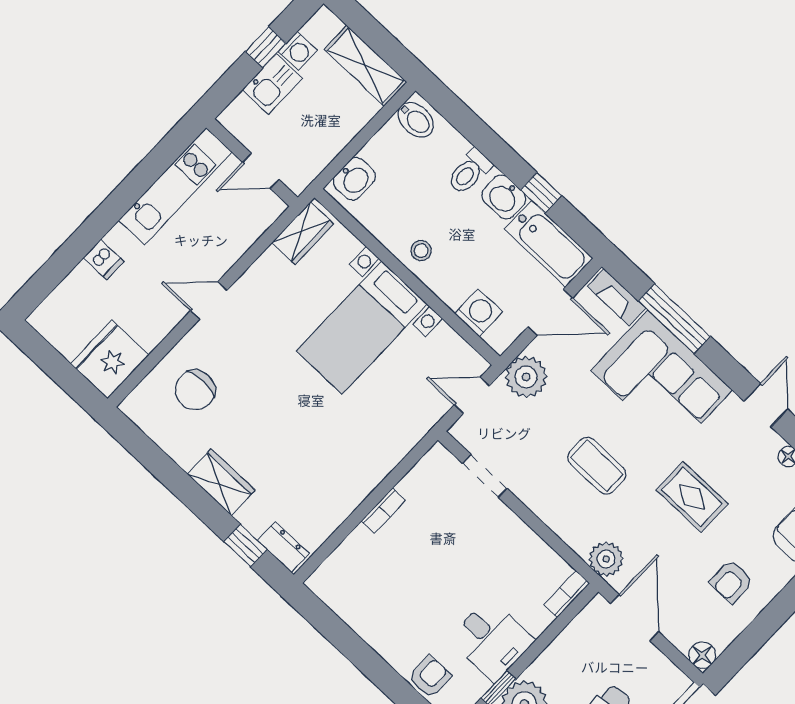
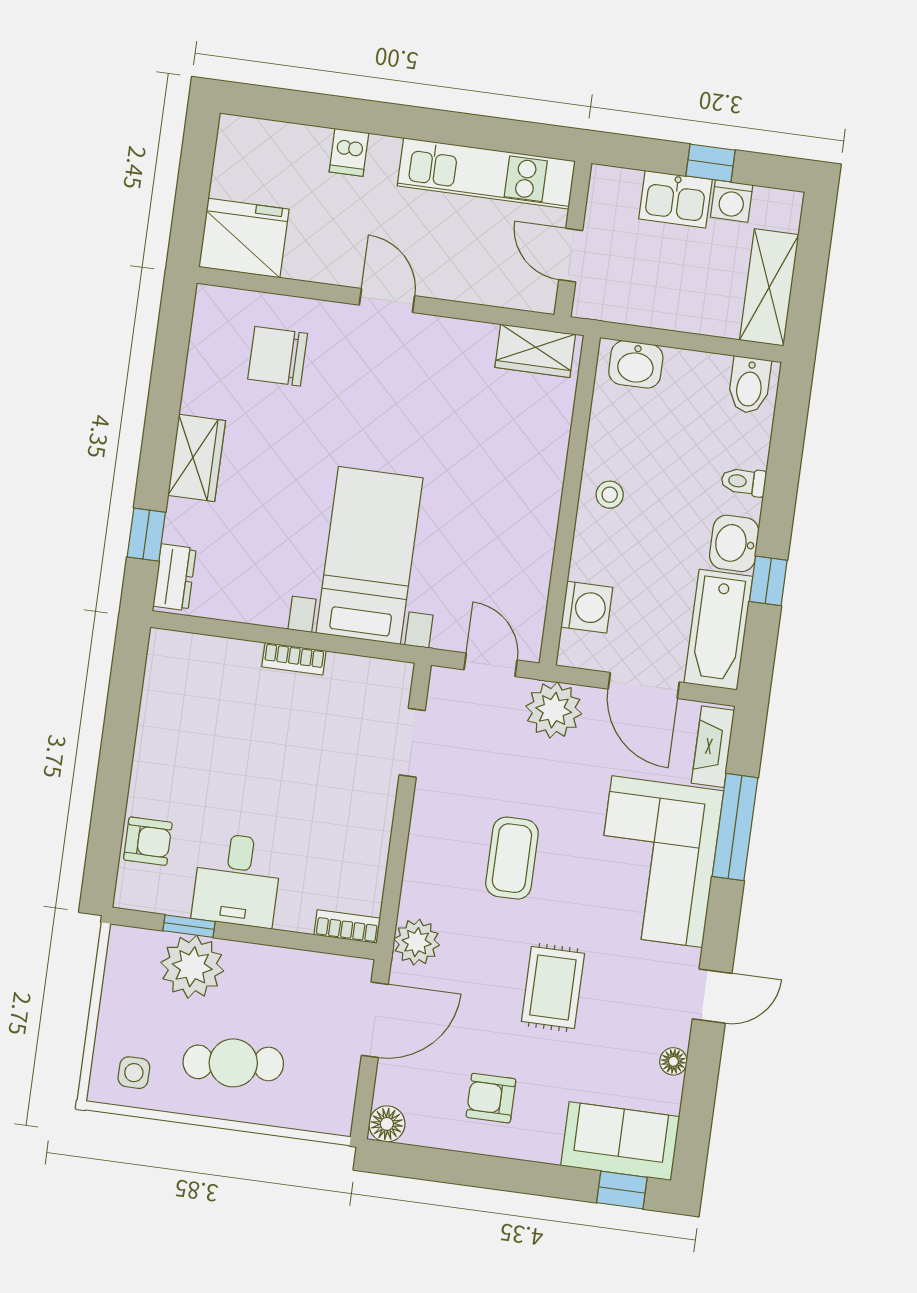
toilet: (469, 172) -> (744, 482), width x0.73, depth x0.72
bed with nightstands: (362, 328) -> (369, 555), moved, turned 90

